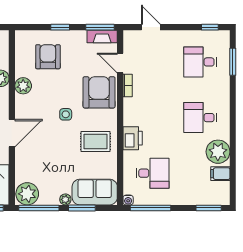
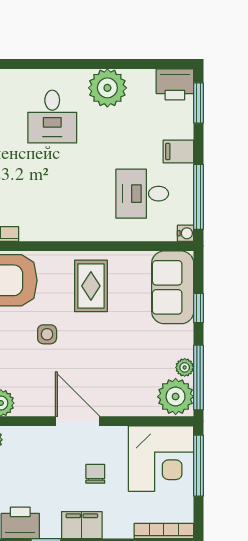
printer: (133, 138) -> (175, 84), moved, turned 180
desk: (153, 173) -> (142, 194), turned -90
filing cabinet: (220, 174) -> (178, 151), moved, turned 90
plant: (65, 199) -> (185, 367), moved
window: (82, 208) -> (198, 308), width x0.67

